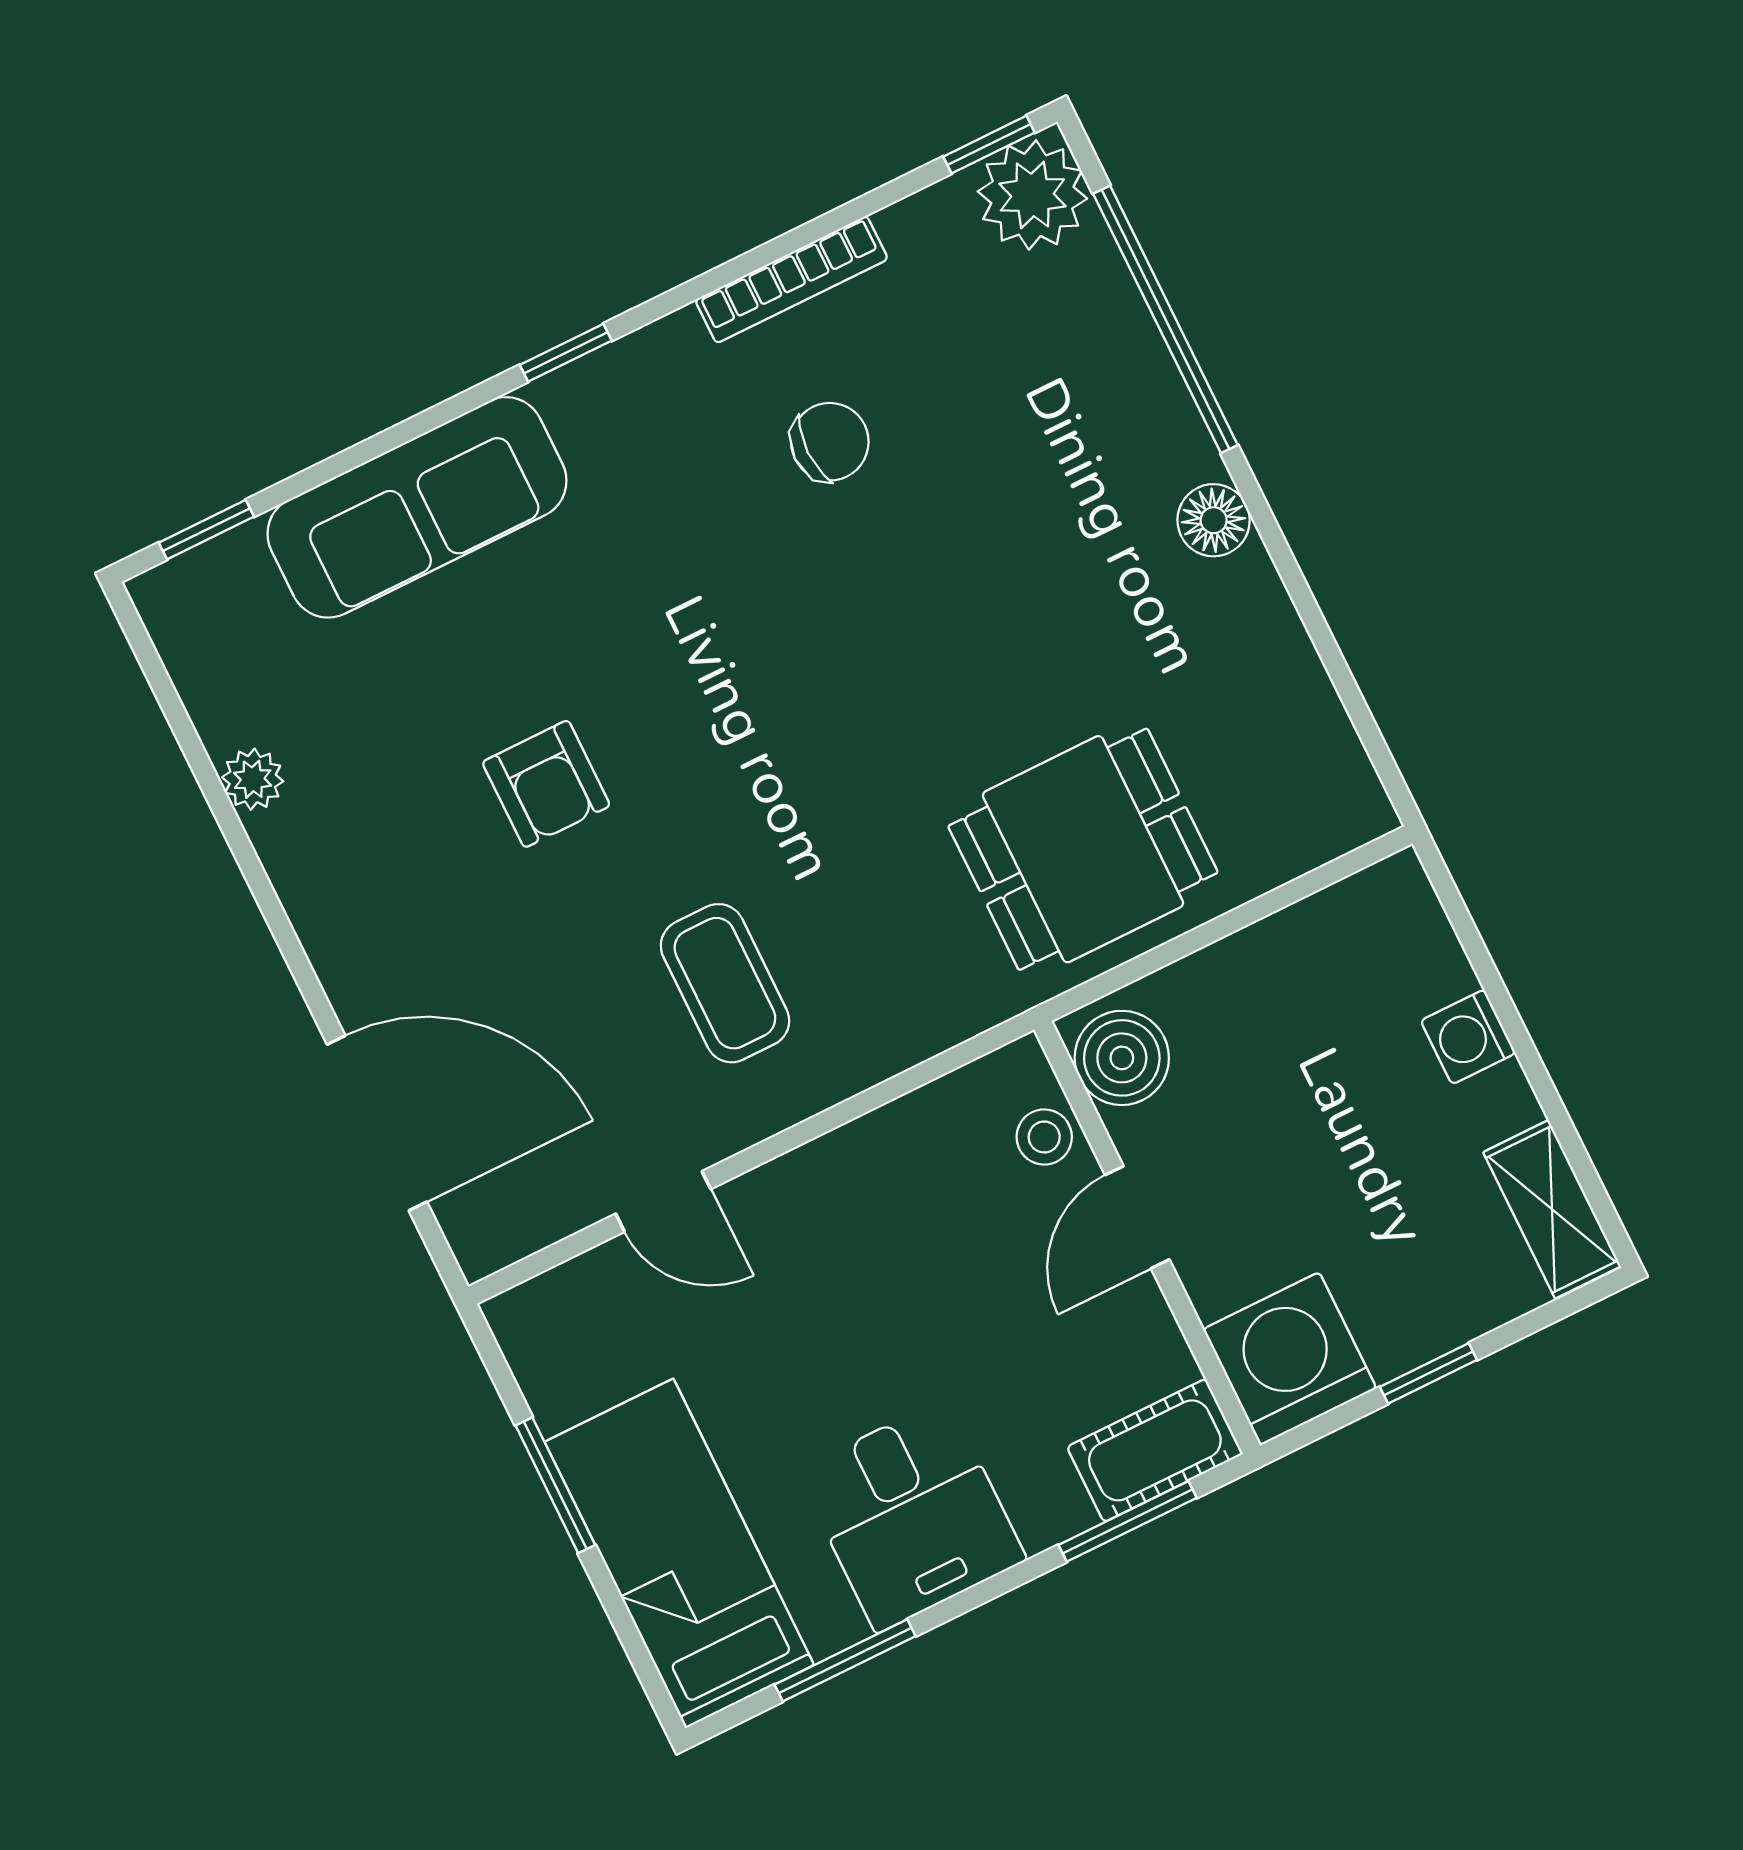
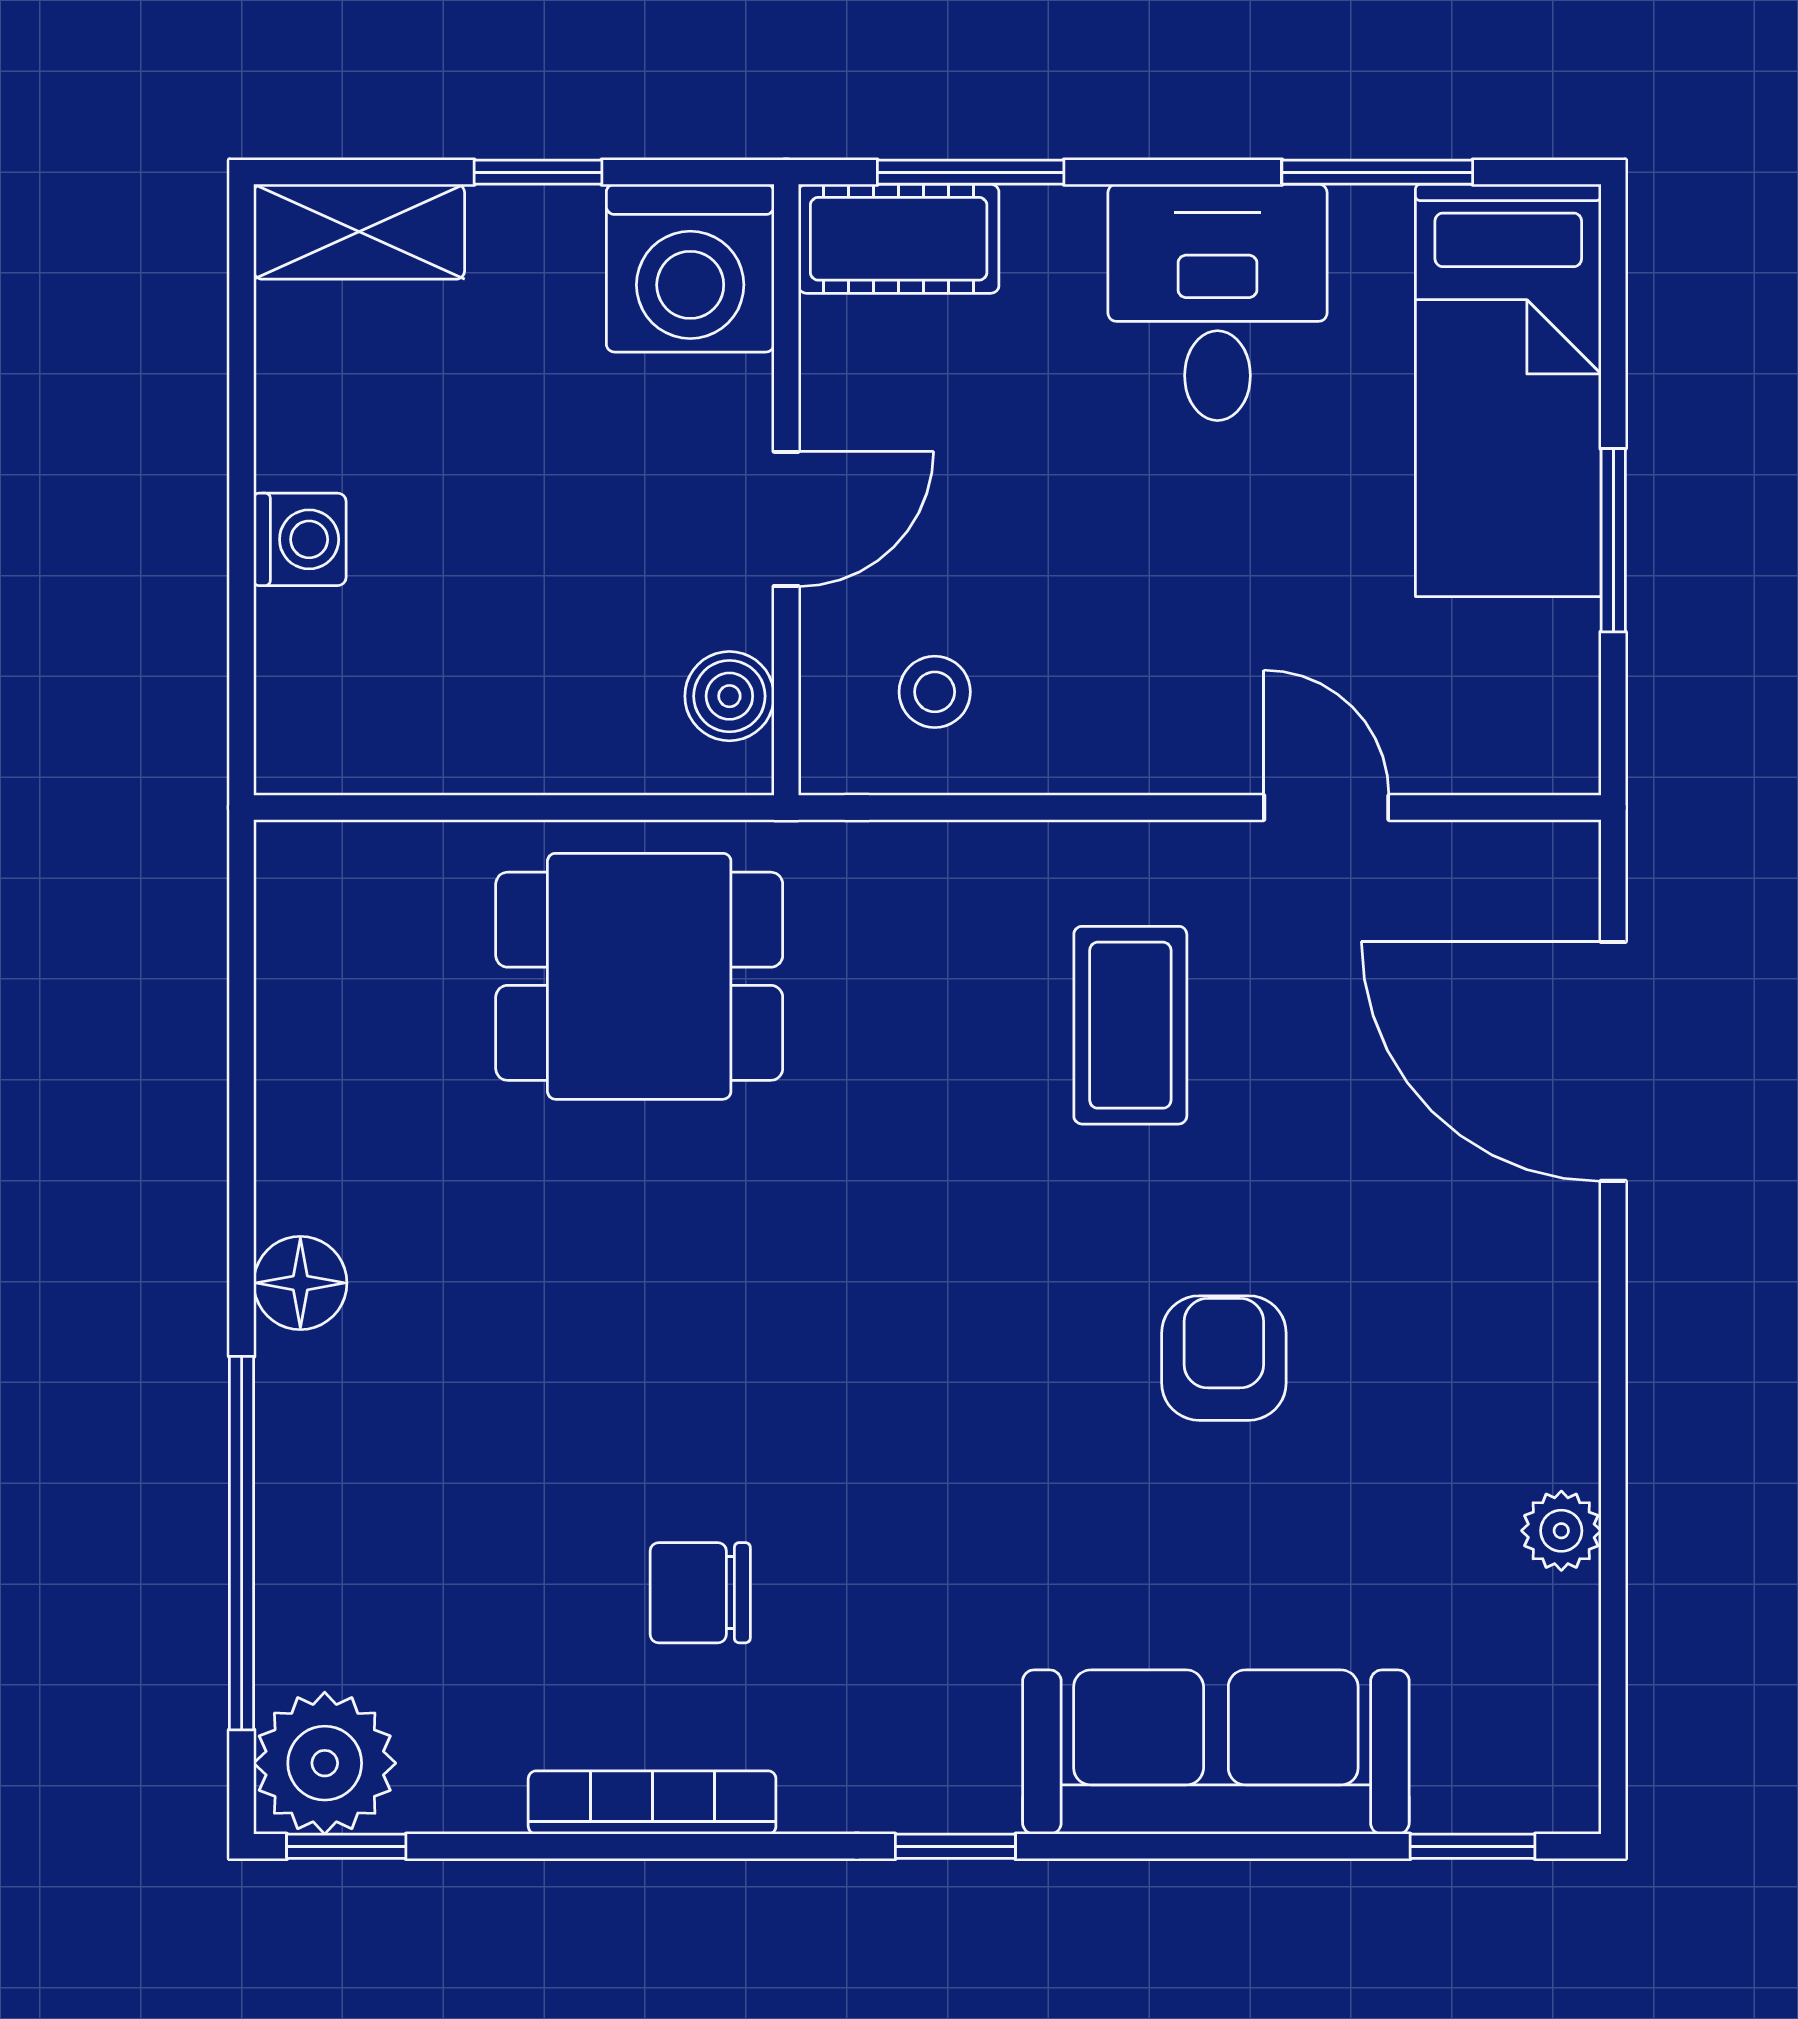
boiler: (1122, 1058) -> (729, 696), width x0.73, depth x0.73
stool: (1044, 1137) -> (935, 692), moved
shelving: (1552, 1209) -> (359, 232), moved, turned 90

